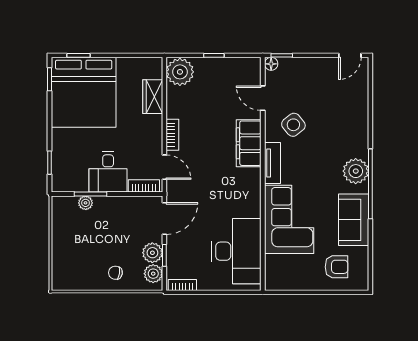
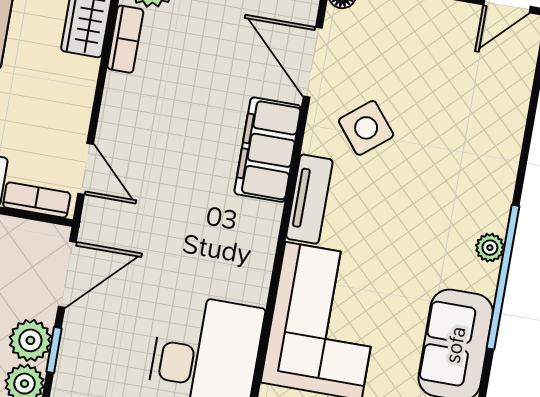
door: (263, 98) -> (313, 62), width x1.38
bookcase: (172, 135) -> (125, 39), moved
plant: (356, 171) -> (490, 248), width x0.53, depth x0.53

